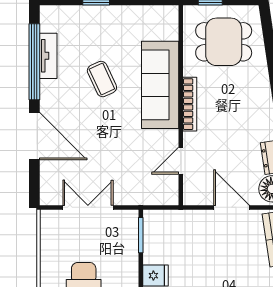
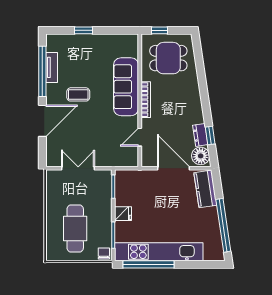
coffee table: (102, 79) -> (78, 94), moved, turned -65
door: (34, 136) -> (42, 121), hinge flipped
door: (232, 207) -> (174, 168), width x1.36

